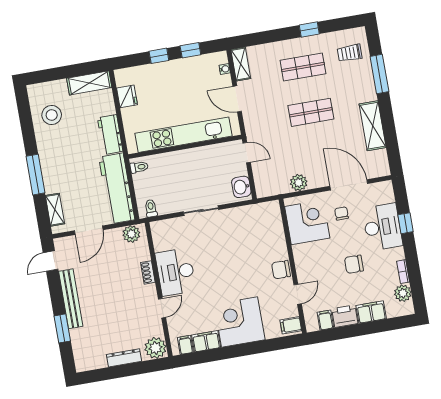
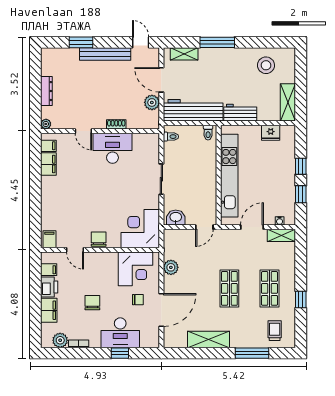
plant: (131, 234) -> (152, 102), moved
corner desk: (240, 322) -> (140, 229), moved, turned -90
plant: (155, 348) -> (46, 124), width x0.53, depth x0.53

